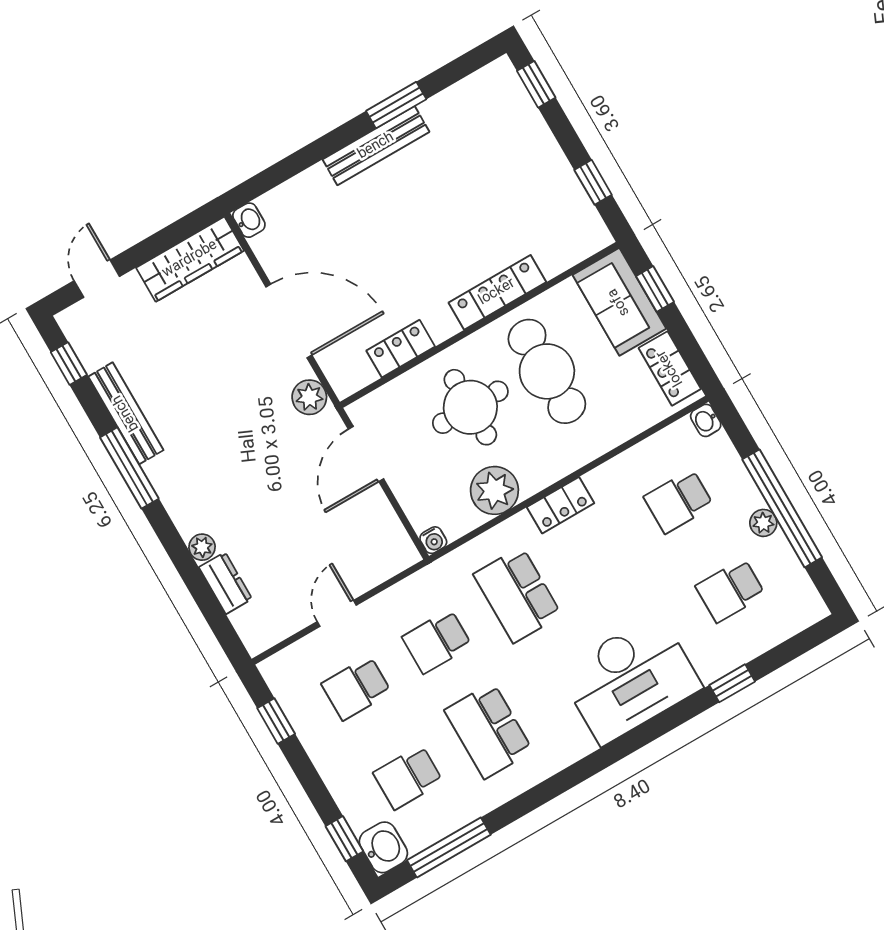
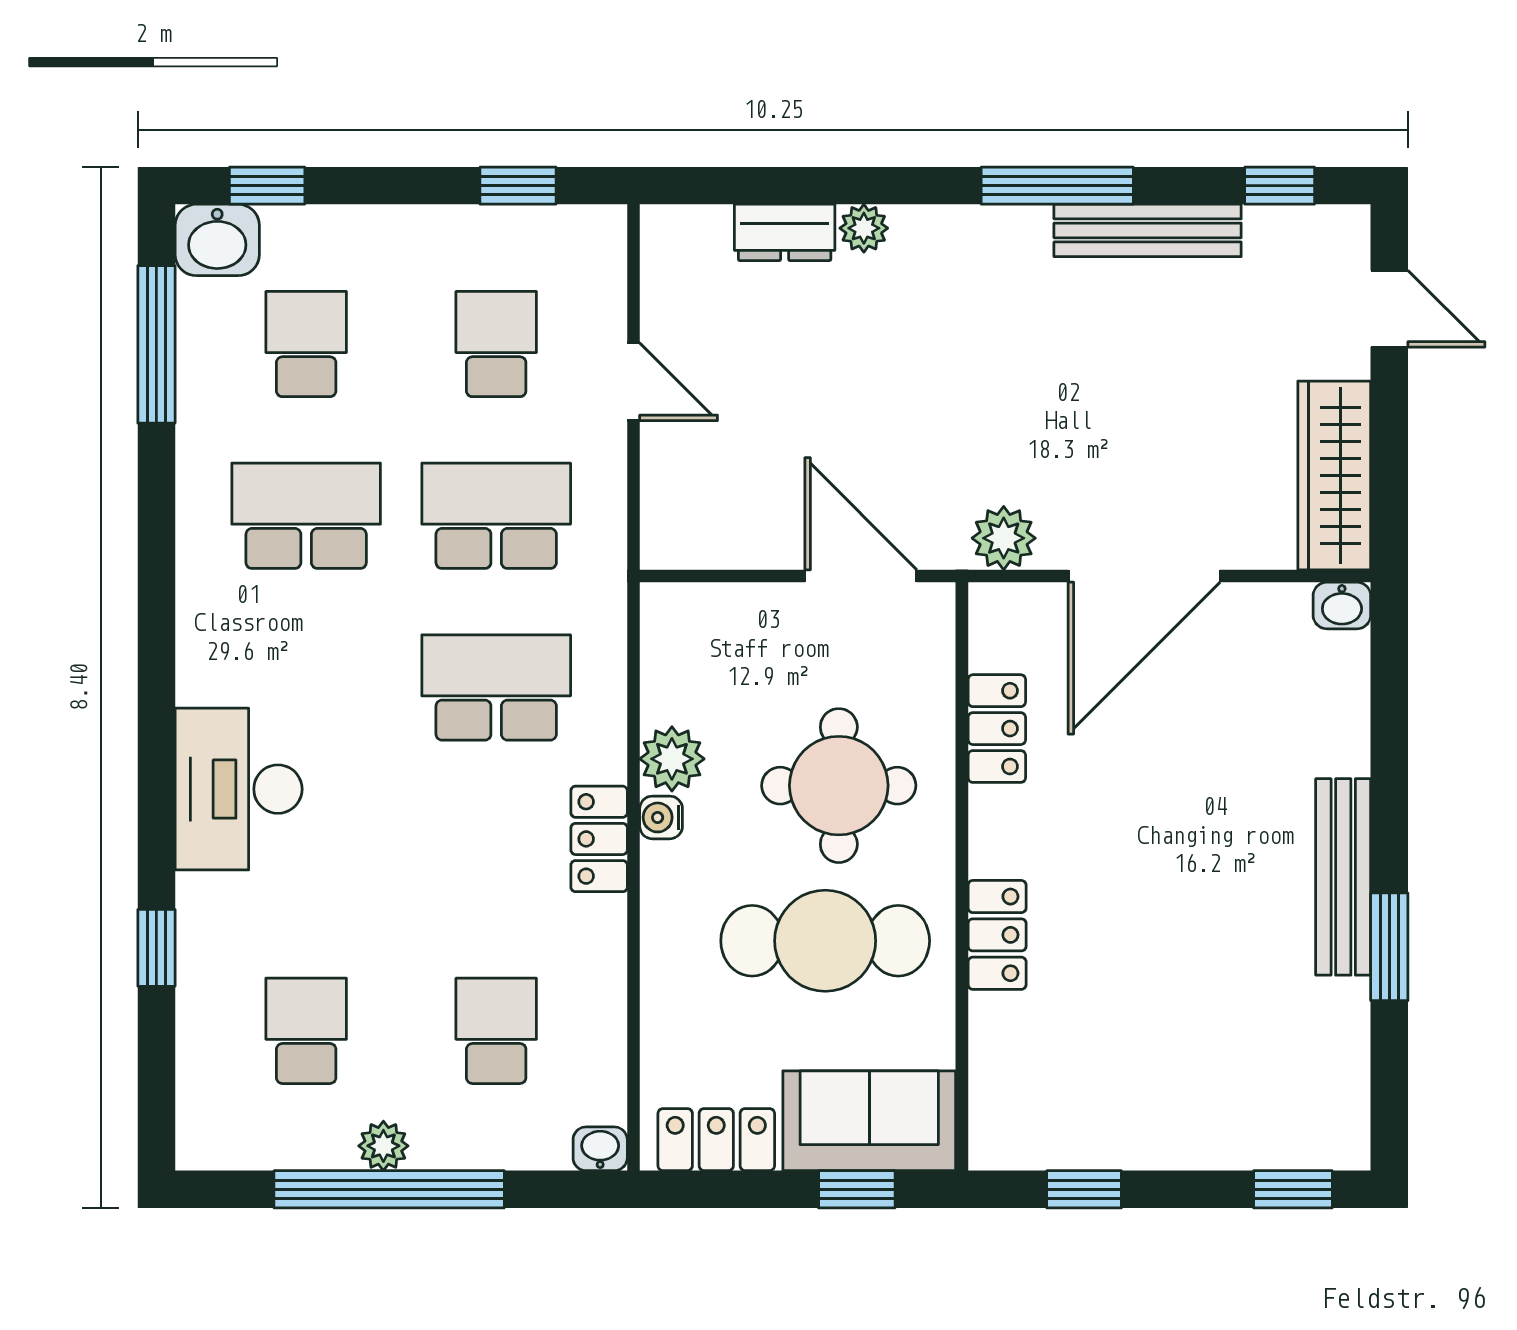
locker: (497, 292) -> (997, 935), width x0.66
plant: (494, 490) -> (672, 759), width x0.73, depth x0.73
water cooler: (433, 540) -> (661, 817), moved
school desk: (437, 641) -> (496, 516), width x1.85
desk: (630, 679) -> (239, 789), width x0.73, depth x0.77

